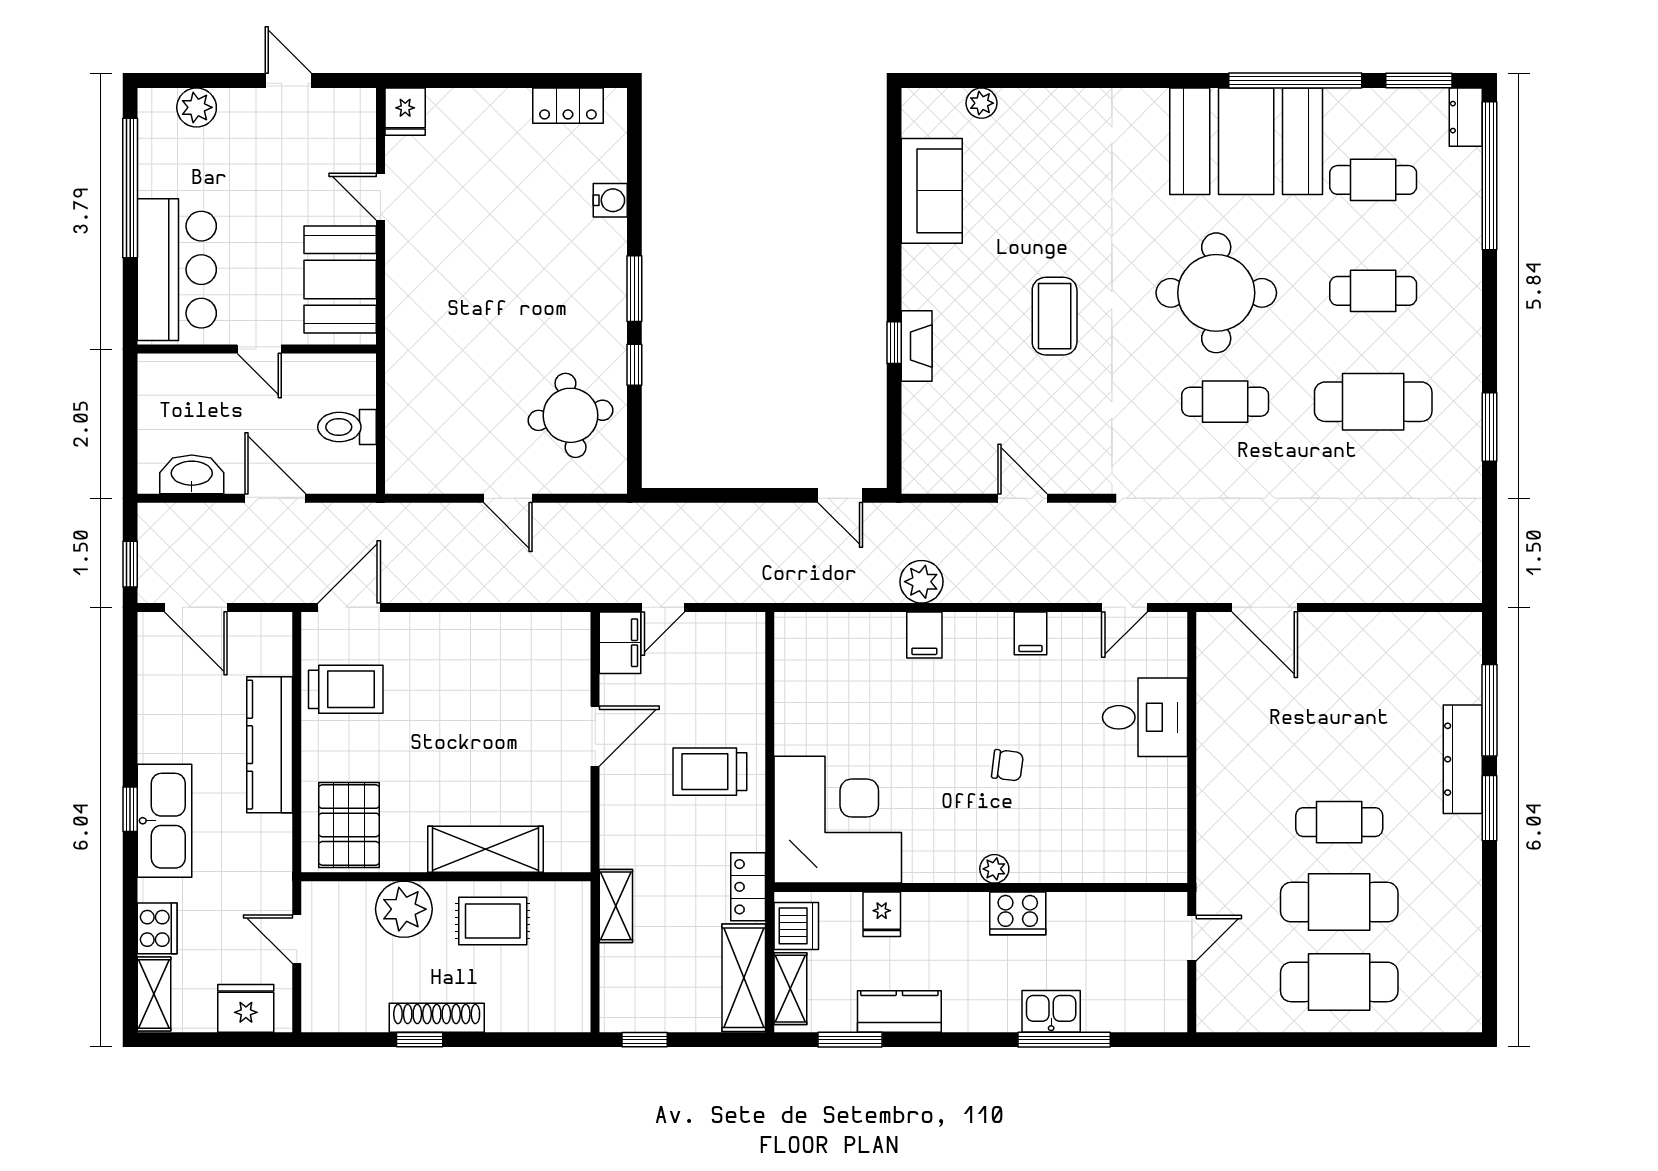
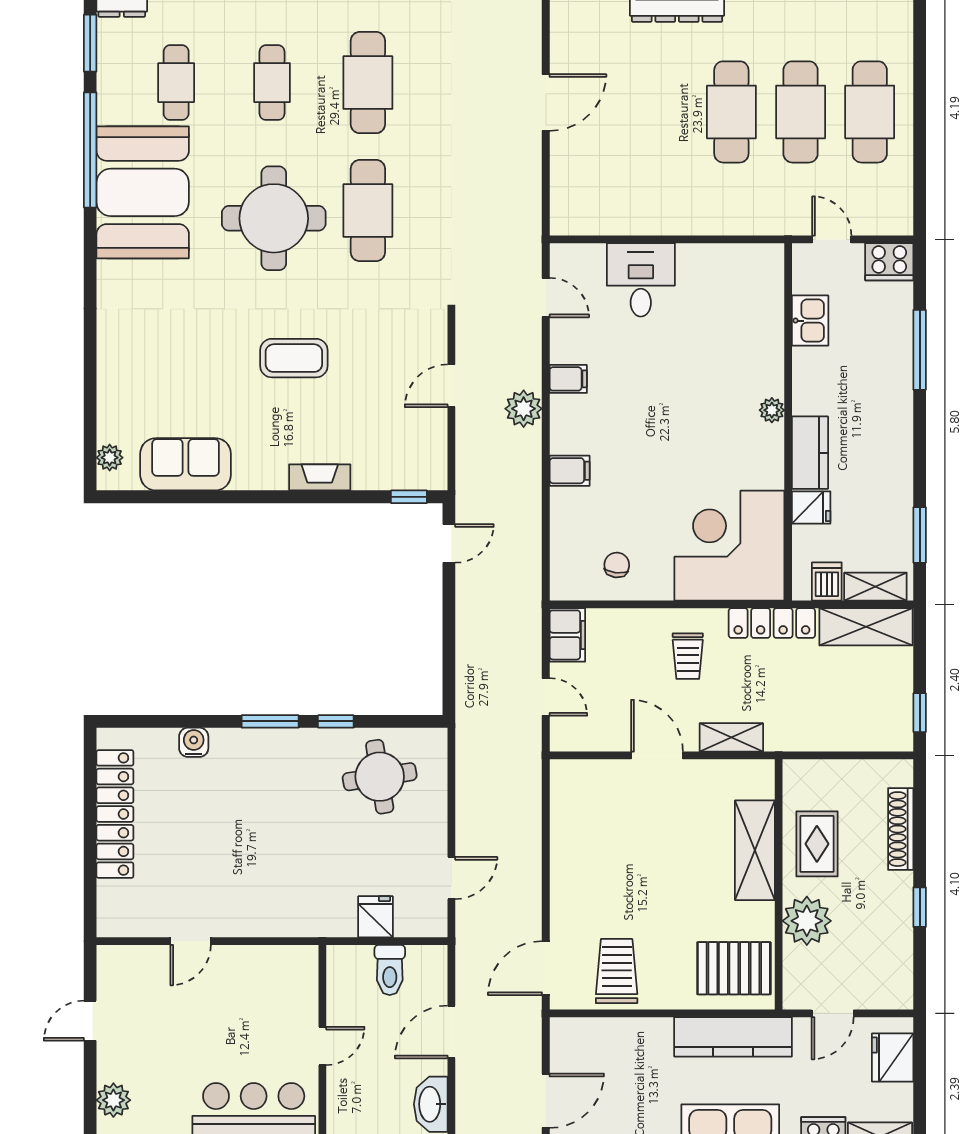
plant: (982, 103) -> (110, 458), moved
locker: (568, 106) -> (115, 814), width x2.16, depth x1.21
fridge: (405, 112) -> (376, 917), moved, turned -90
booth: (340, 279) -> (262, 976), removed
window: (894, 343) -> (409, 497), moved
cafe table: (1225, 402) -> (368, 211), width x1.37, depth x1.35
door: (508, 498) -> (451, 878), moved
plant: (921, 582) -> (524, 409), moved
door: (349, 607) -> (546, 968), hinge flipped
door: (1265, 607) -> (546, 102), moved
filing cabinet: (620, 643) -> (567, 635), moved, turned 90
kitchen counter: (270, 745) -> (733, 1037), moved
chair: (1007, 765) -> (617, 565), moved
trolley: (710, 772) -> (688, 656), width x0.73, depth x0.72
cafe table: (1339, 822) -> (731, 112), width x1.37, depth x1.35
locker: (748, 887) -> (772, 623), width x1.53
shelving: (616, 906) -> (731, 737), moved
cooker: (1018, 913) -> (889, 262), moved, turned 90
dishwasher: (796, 926) -> (827, 581), width x0.73
kitchen sink: (1051, 1011) -> (810, 321), moved, turned 180
kitchen counter: (899, 1012) -> (810, 453), moved, turned 180
shoe rack: (437, 1018) -> (901, 829), moved

